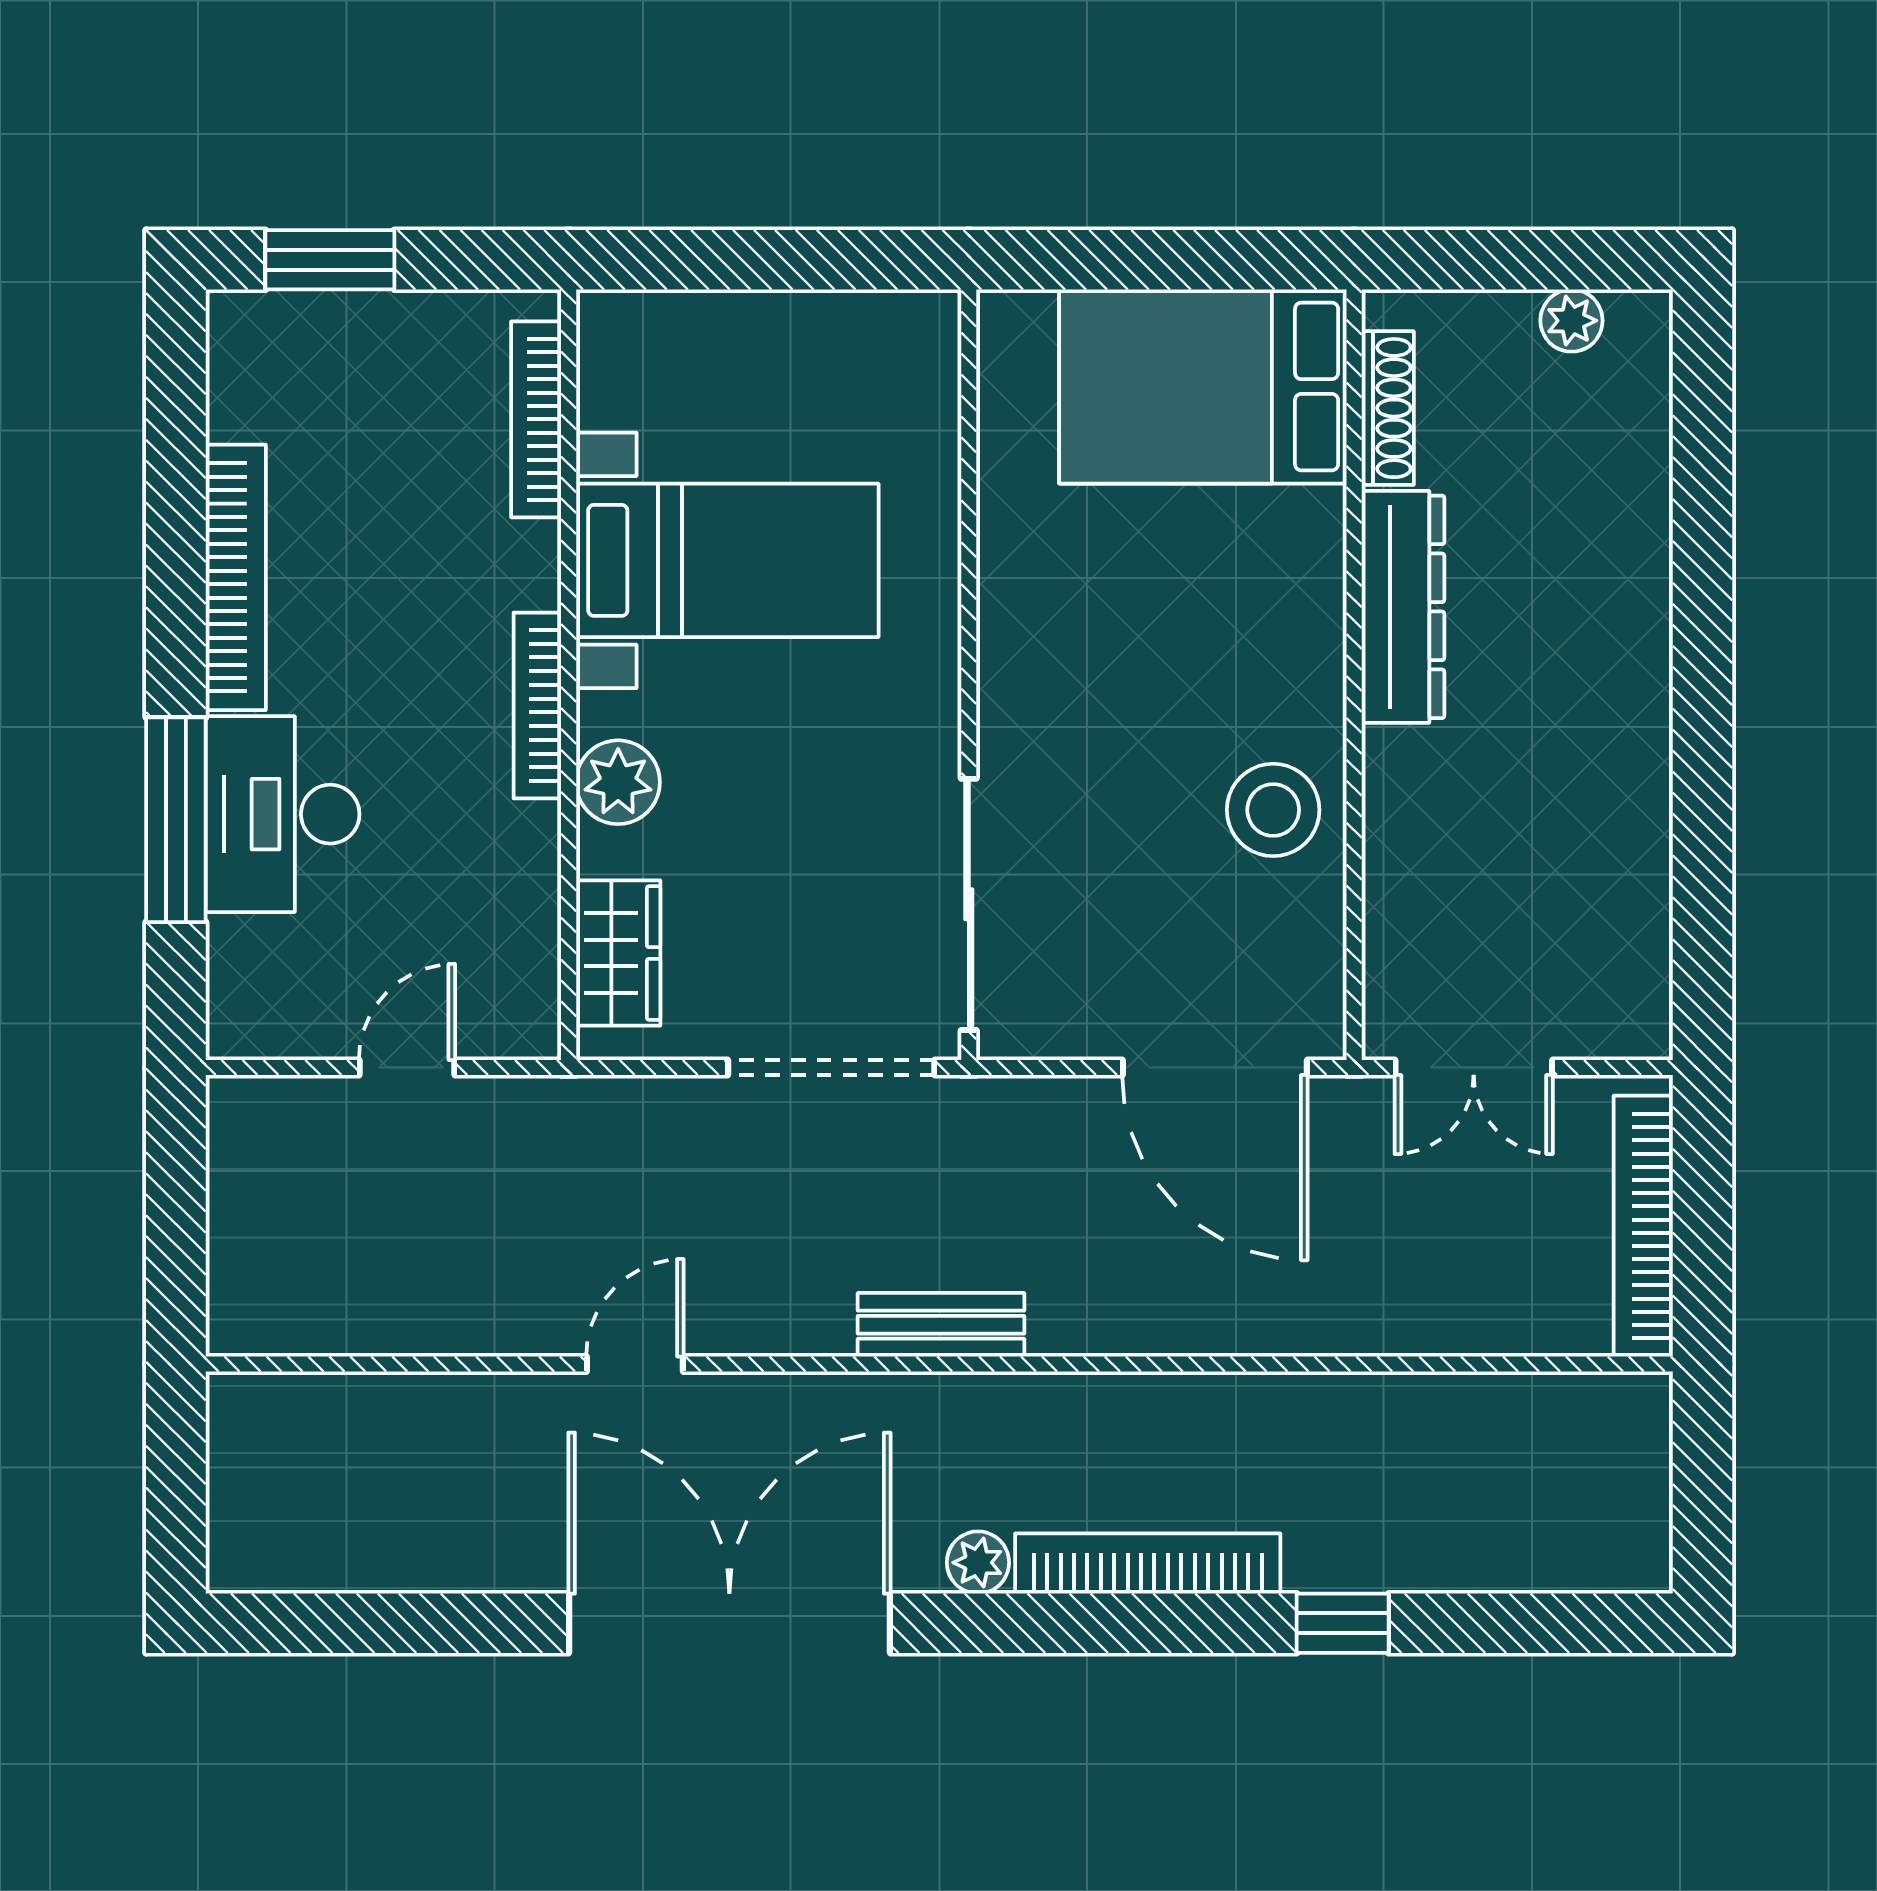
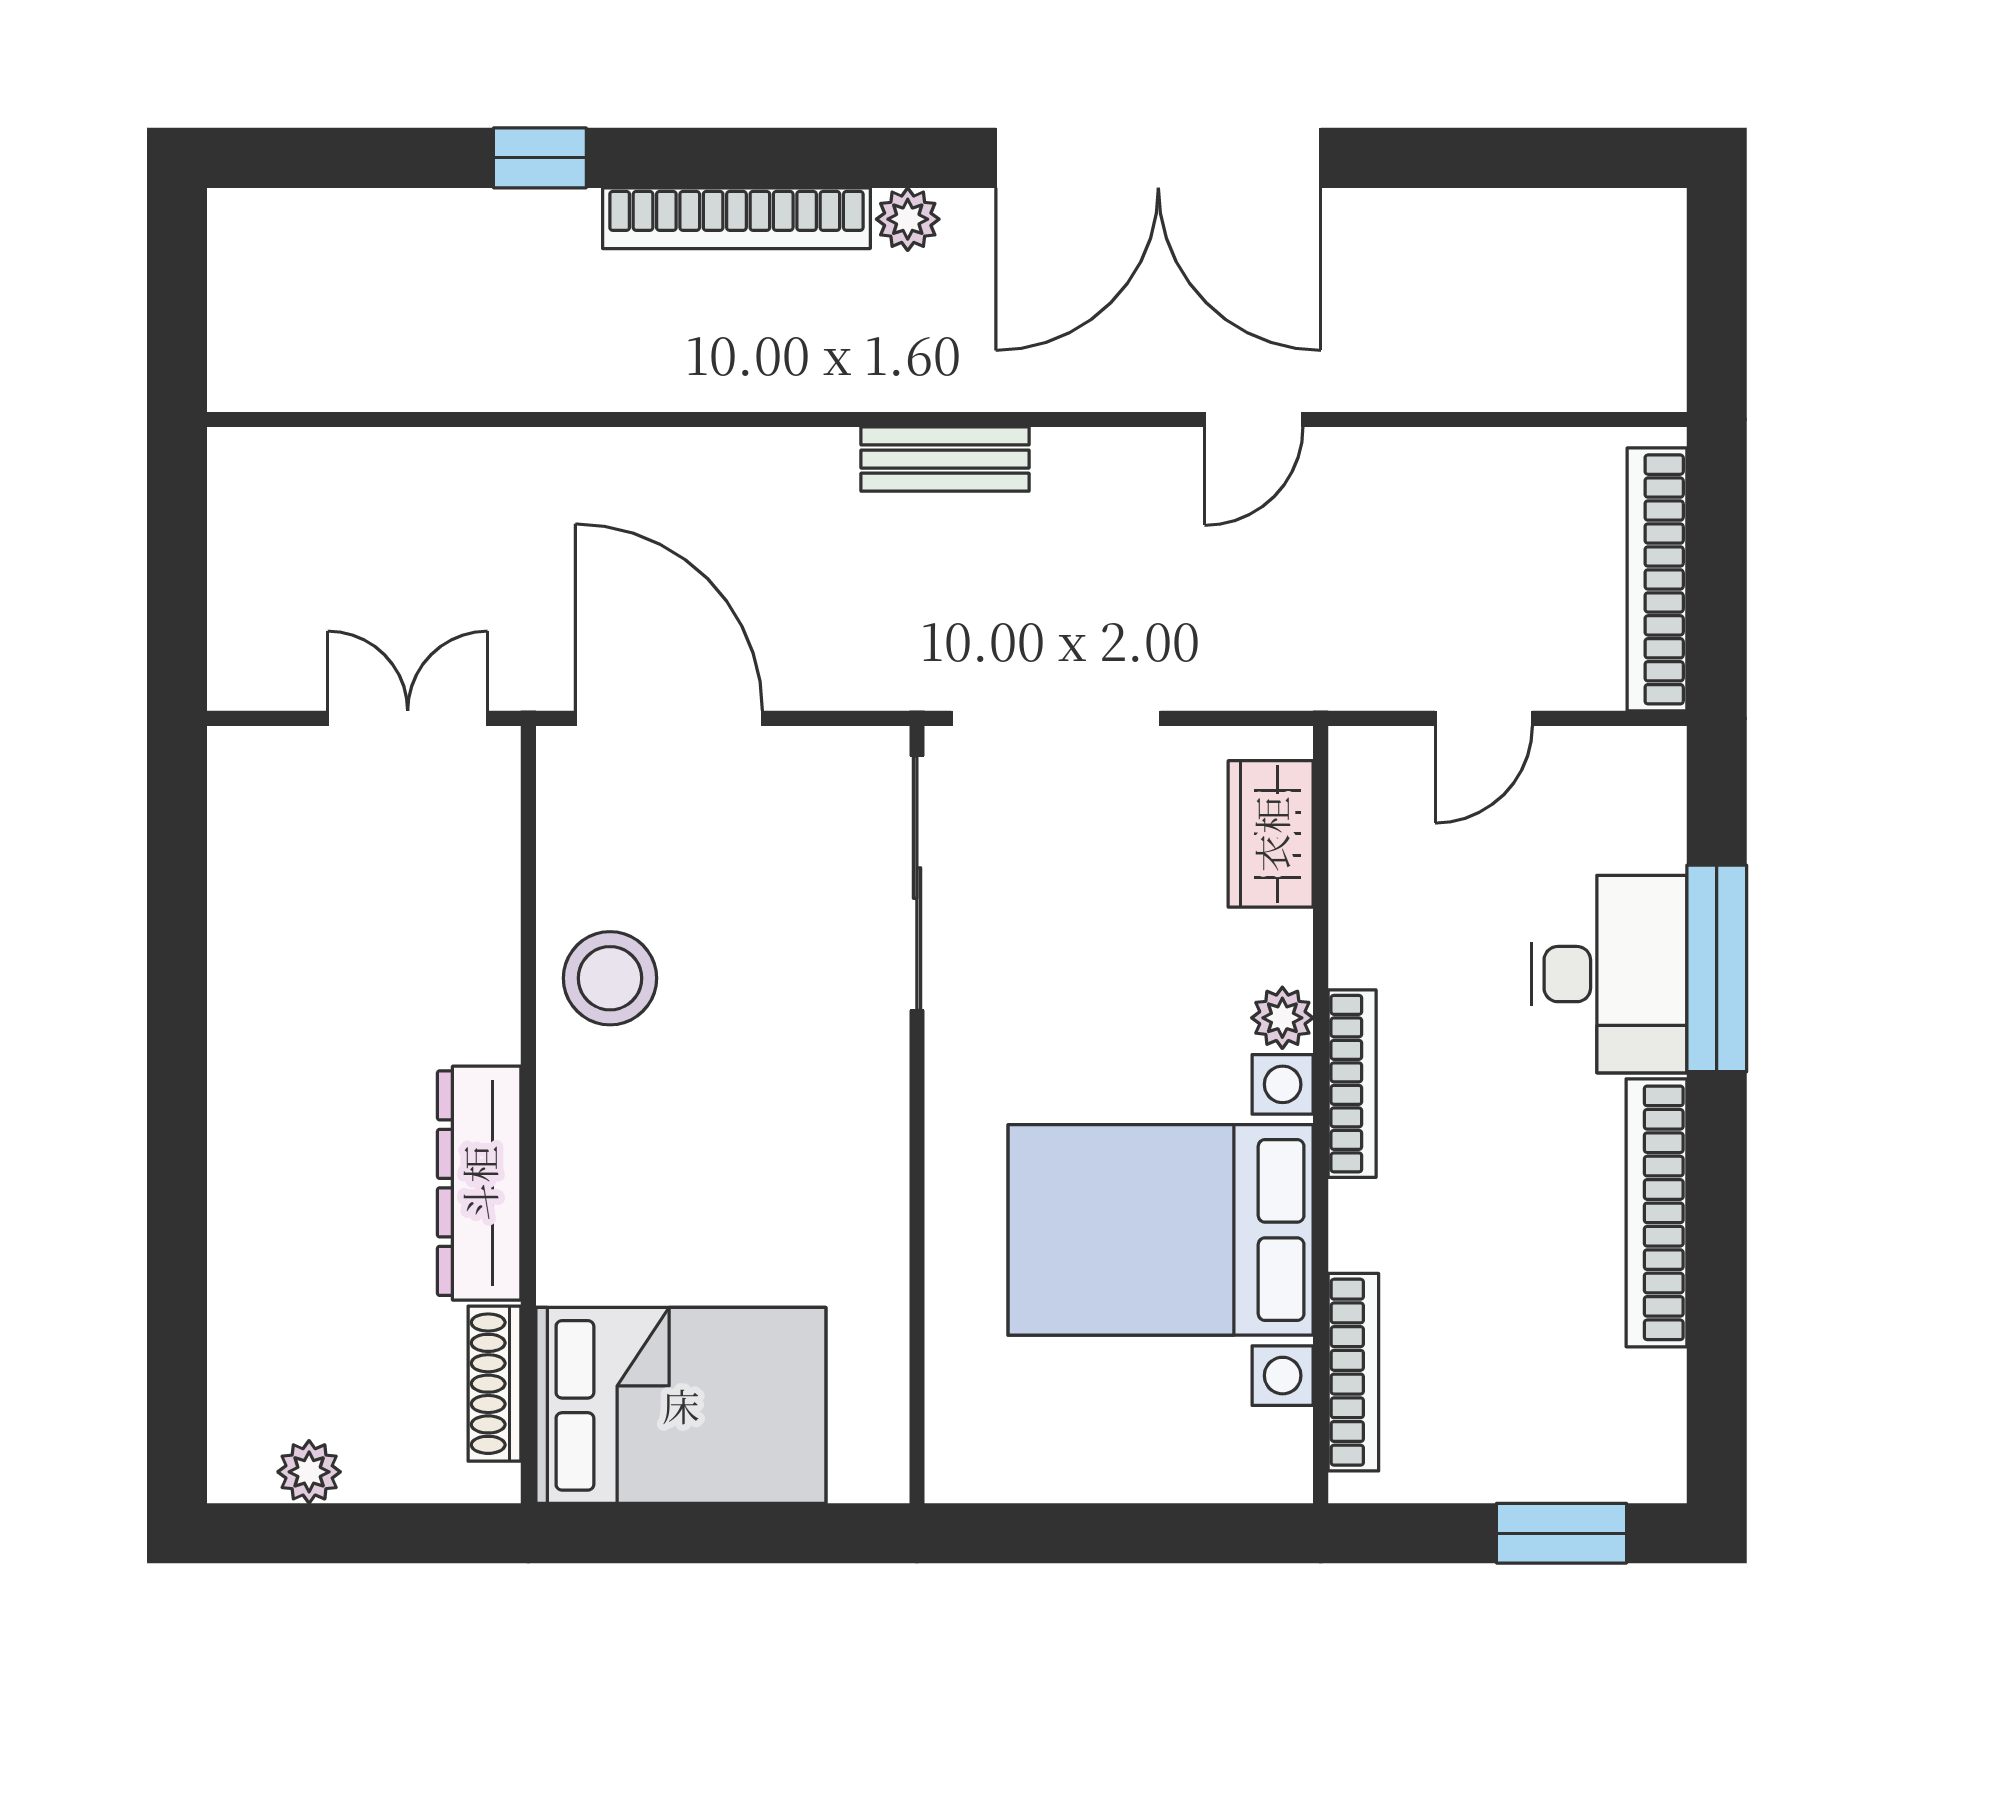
bed with nightstands: (727, 560) -> (1161, 1230), width x1.36
plant: (618, 782) -> (1282, 1018), width x0.73, depth x0.73
bookcase: (1643, 1226) -> (1657, 579), moved, turned 180

